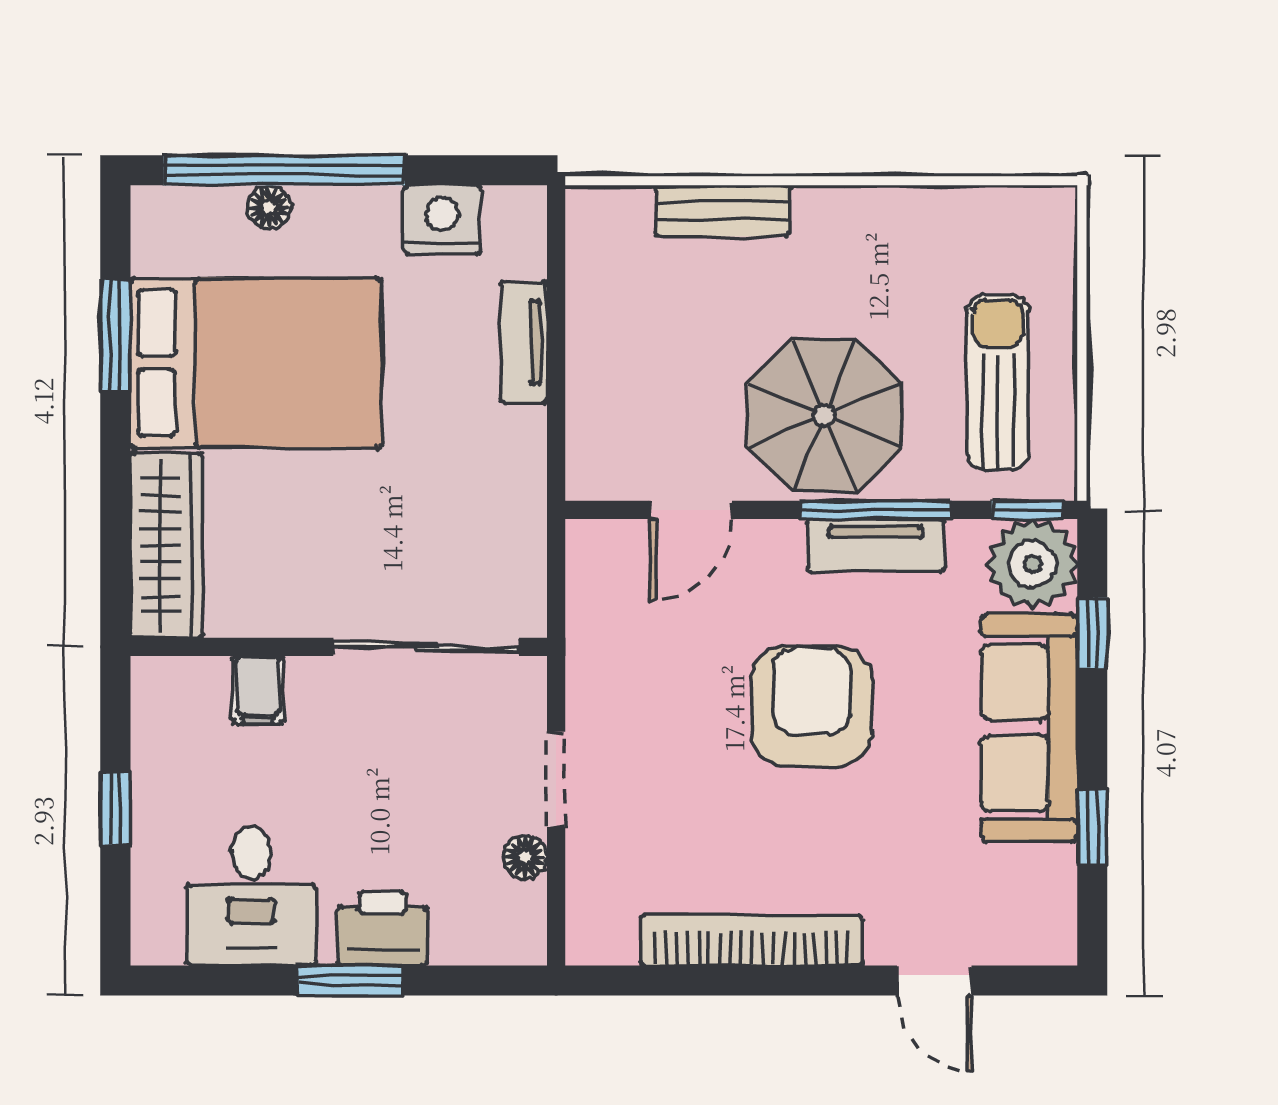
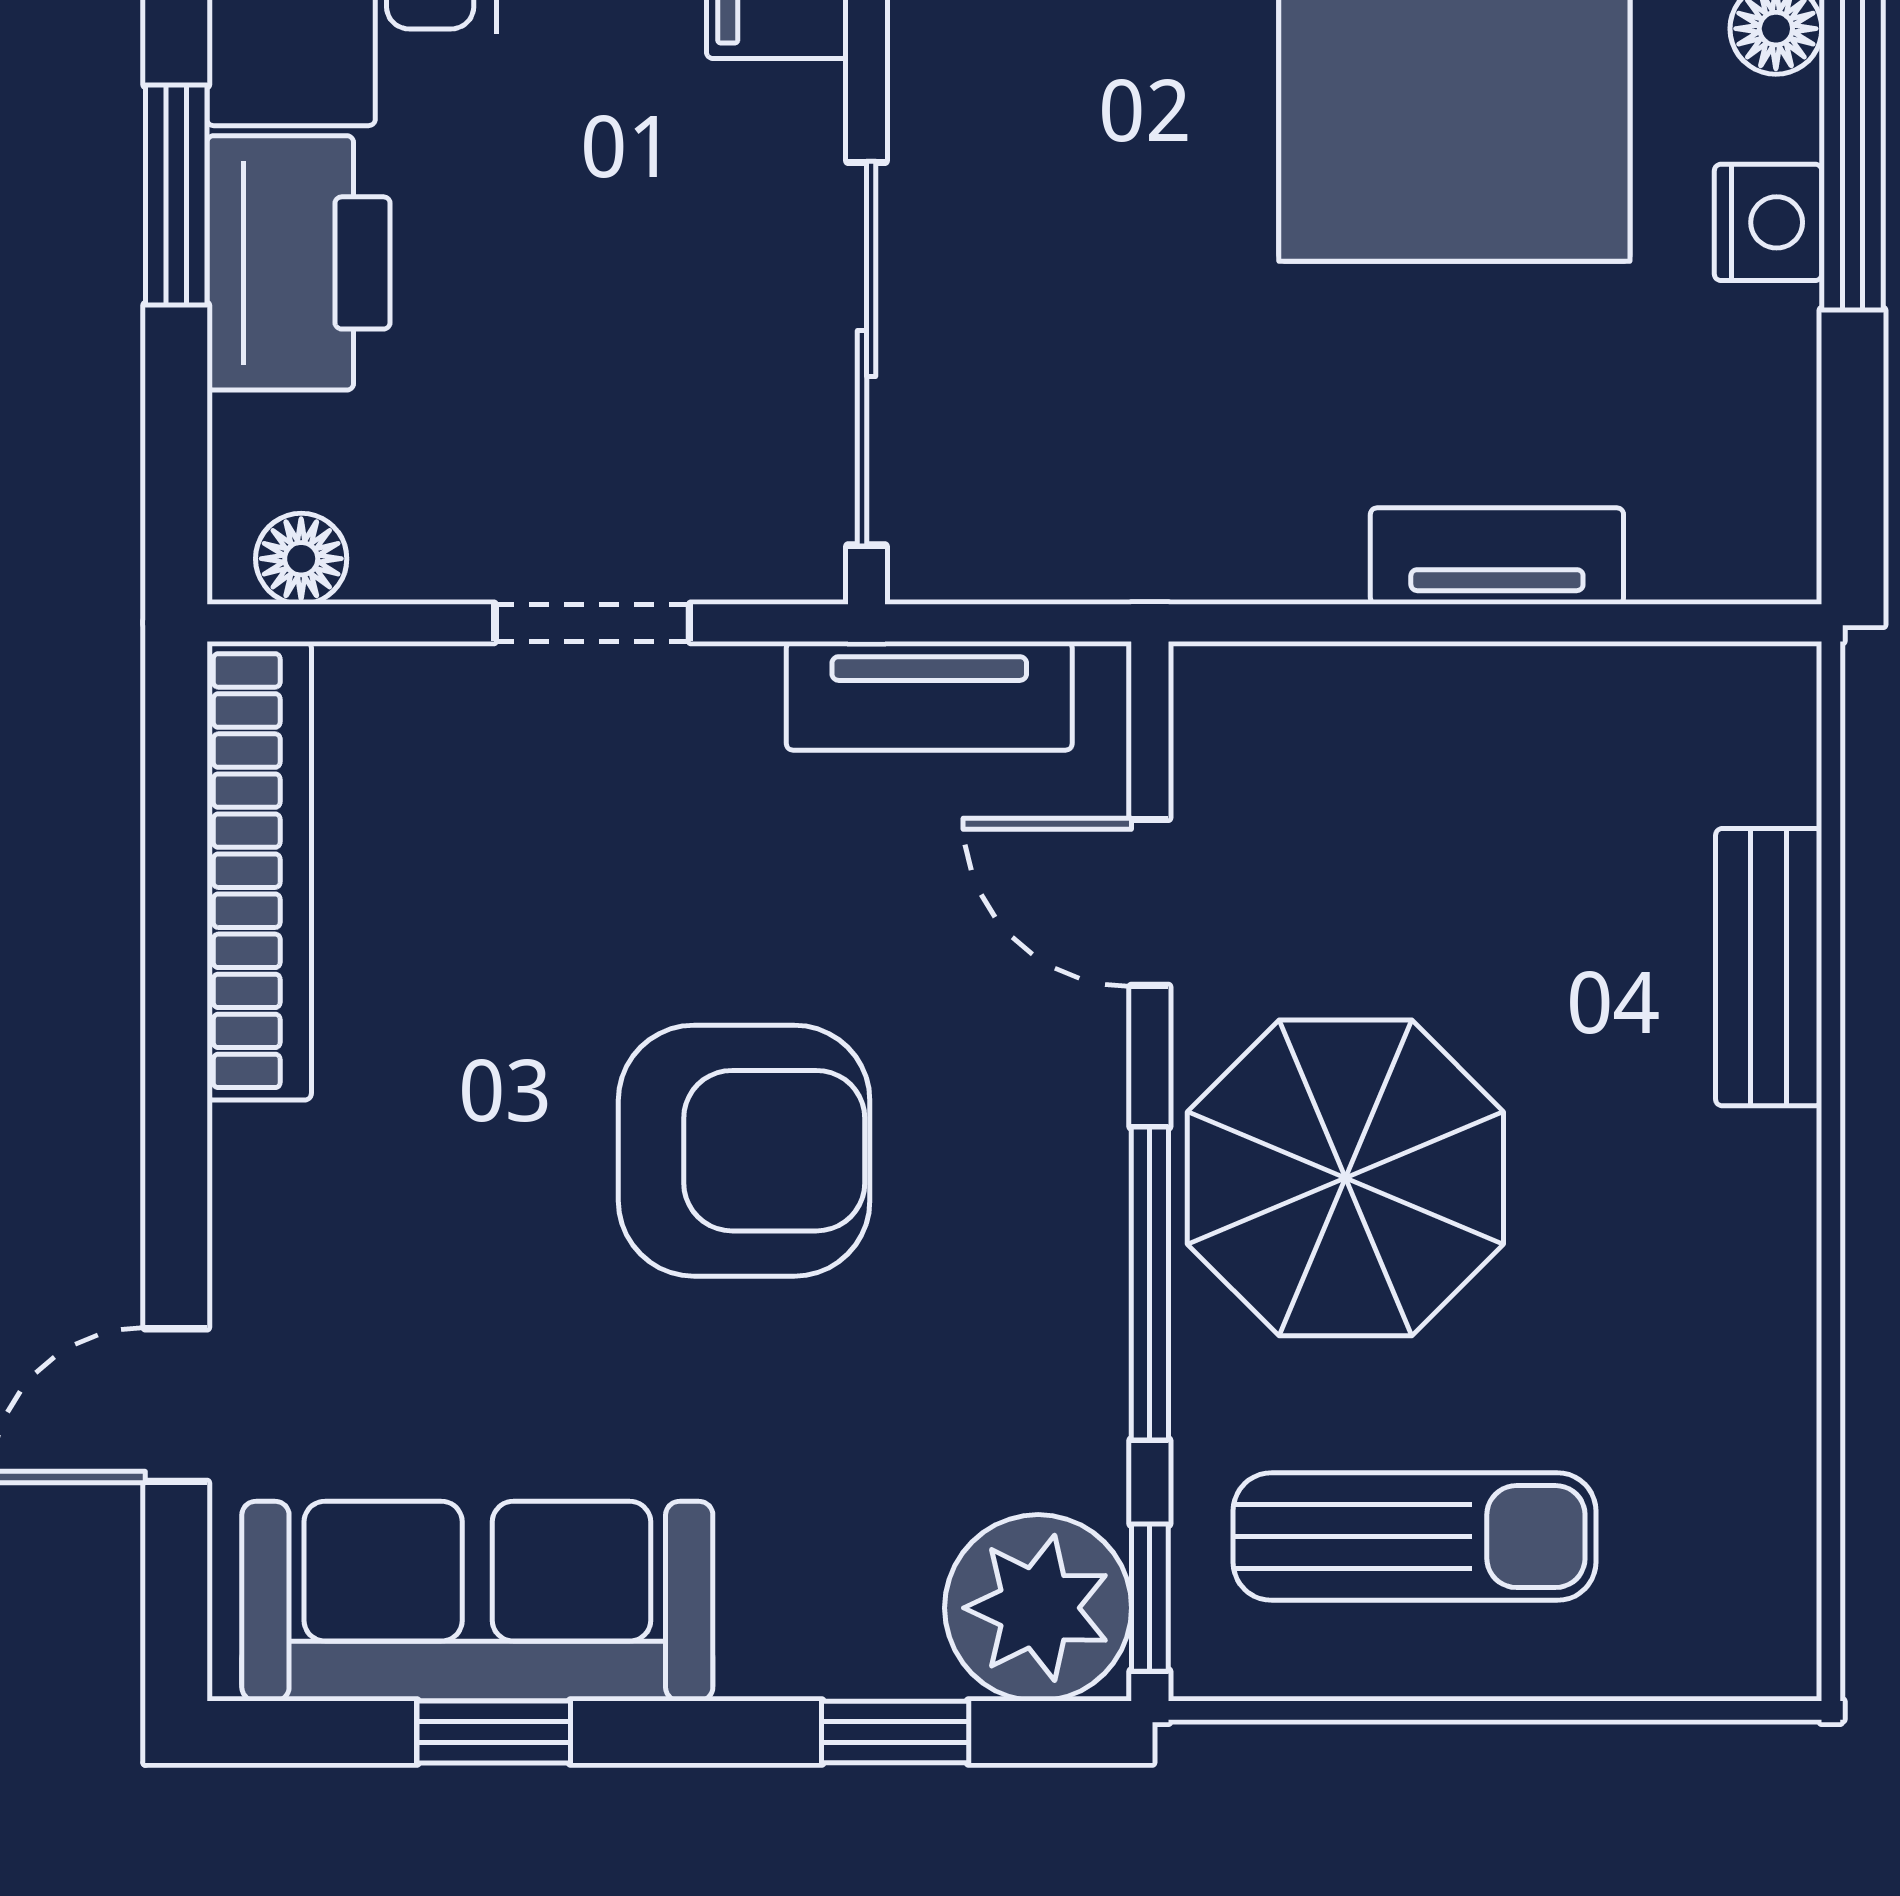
nightstand: (442, 220) -> (1768, 222), moved, width x0.74, depth x0.75
tv unit: (876, 545) -> (929, 696), moved, turned -90
sofa: (1029, 728) -> (477, 1601), moved
floor lamp: (525, 857) -> (301, 559), moved
printer: (382, 929) -> (299, 263), width x1.37, depth x1.19
bookcase: (752, 940) -> (259, 871), moved

